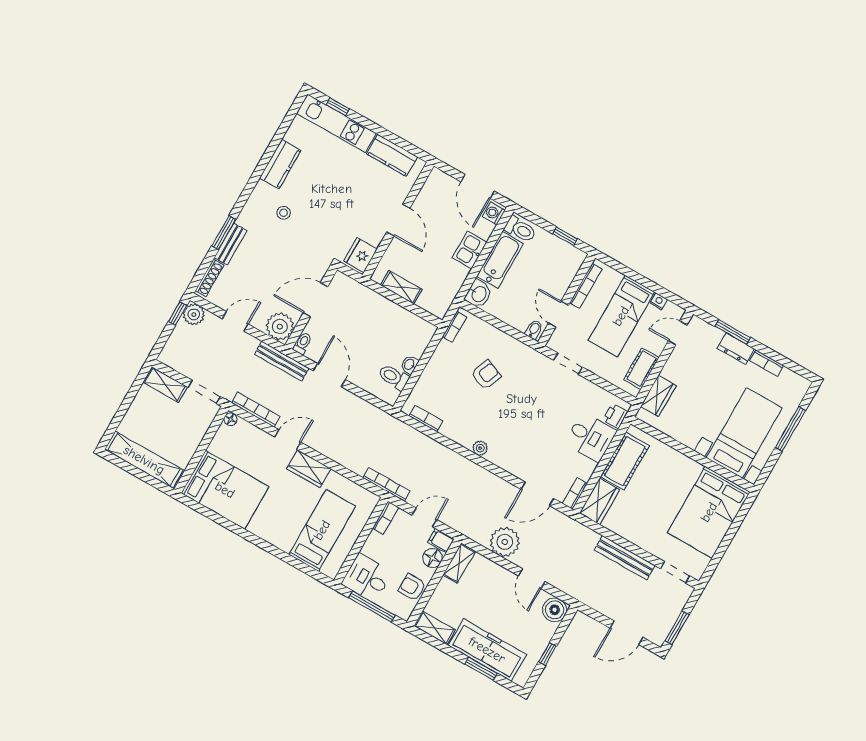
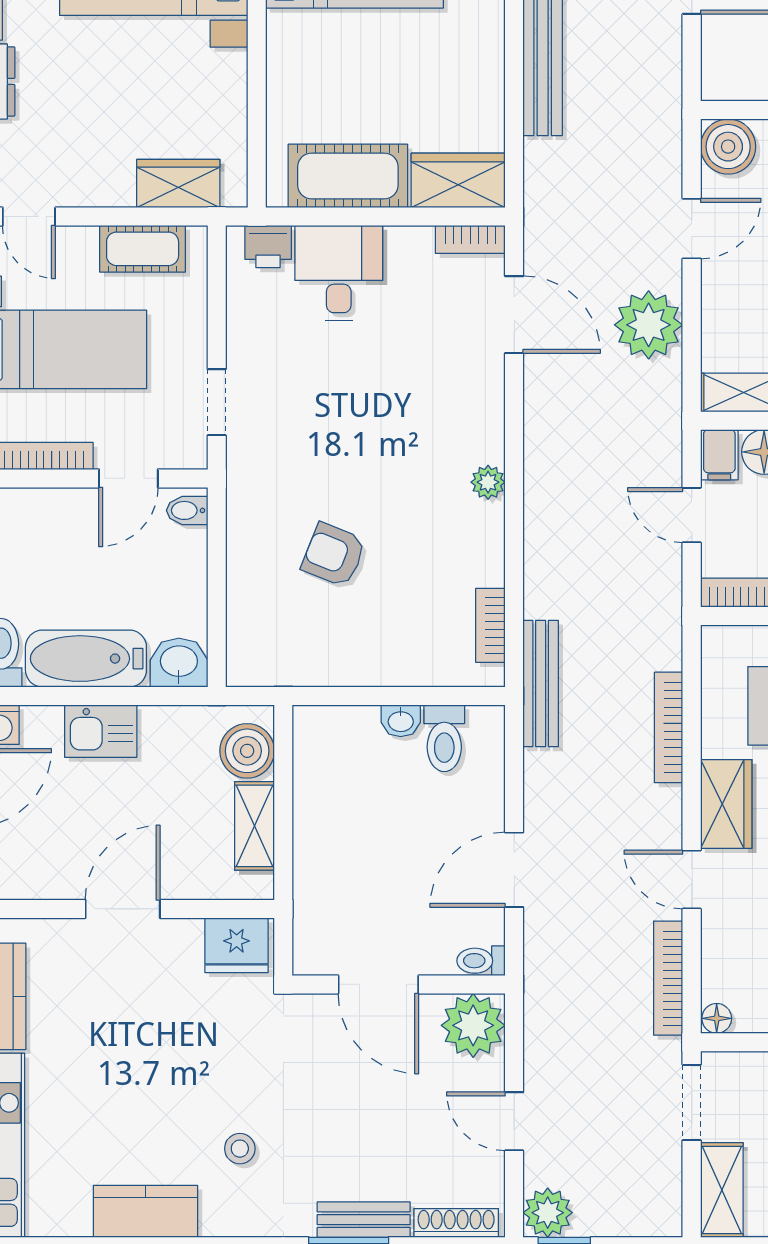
boiler: (431, 301) -> (247, 751), added
bookcase: (454, 327) -> (273, 673), removed
bench: (282, 361) -> (541, 683), moved
bookcase: (386, 484) -> (669, 727), moved

